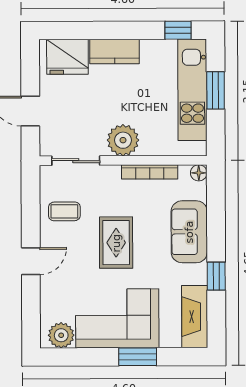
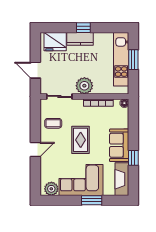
window: (178, 30) -> (83, 28), moved
sofa: (189, 232) -> (119, 145), moved

